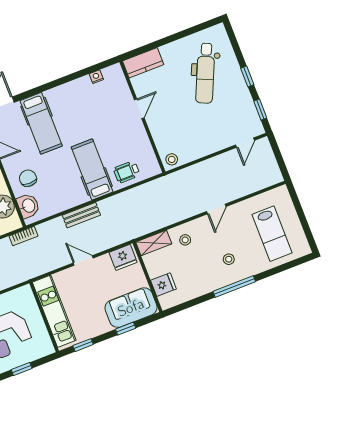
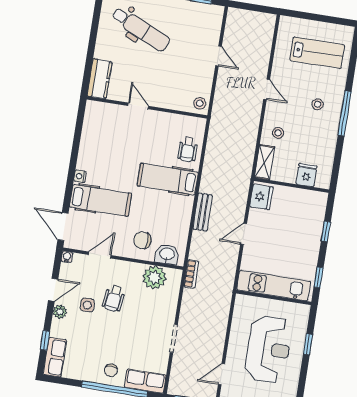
nightstand: (96, 77) -> (80, 176), moved
door: (245, 143) -> (218, 56), moved
sofa: (131, 308) -> (310, 216), removed

